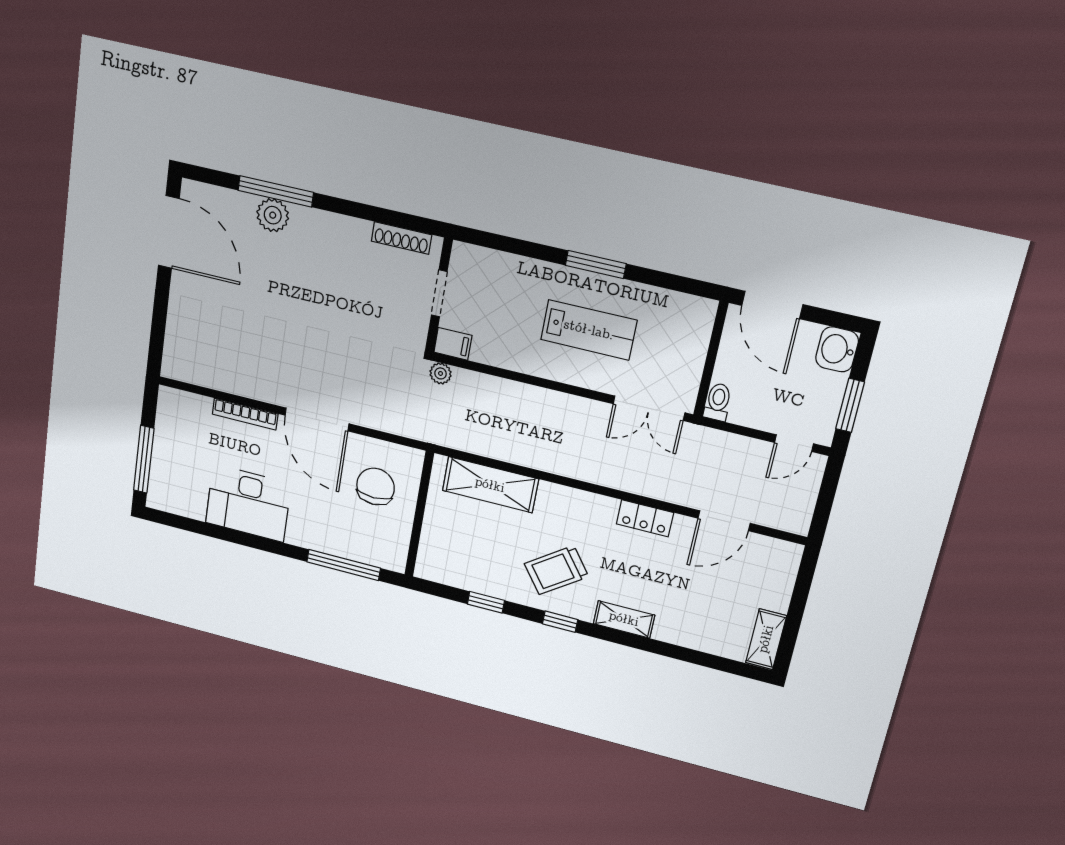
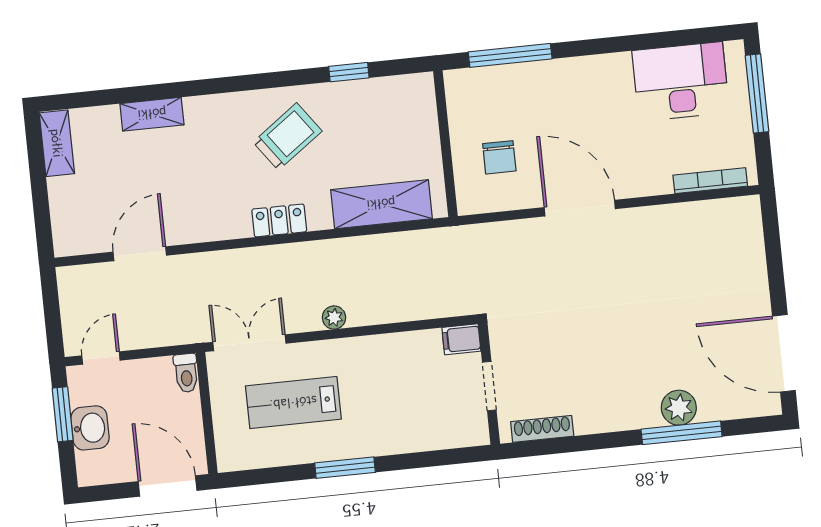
lab bench: (589, 330) -> (293, 403), moved
washbasin: (837, 349) -> (90, 428), moved
plant: (441, 373) -> (334, 318), moved
bookcase: (245, 414) -> (710, 181), moved
chair: (375, 487) -> (499, 157), width x0.73, depth x0.73
desk: (248, 503) -> (681, 82), moved
locker: (645, 518) -> (279, 220), moved
shelving: (624, 619) -> (152, 114), moved
window: (560, 622) -> (266, 81), removed

